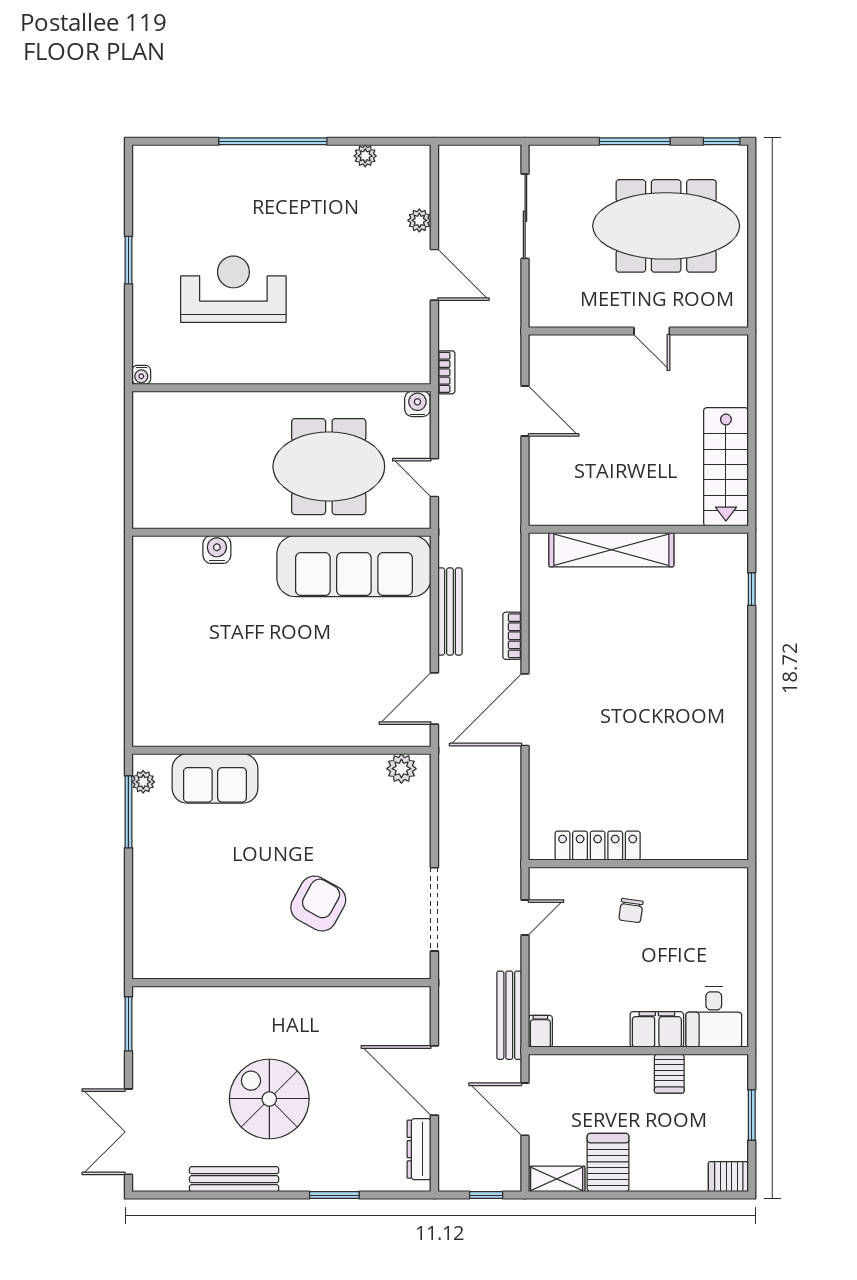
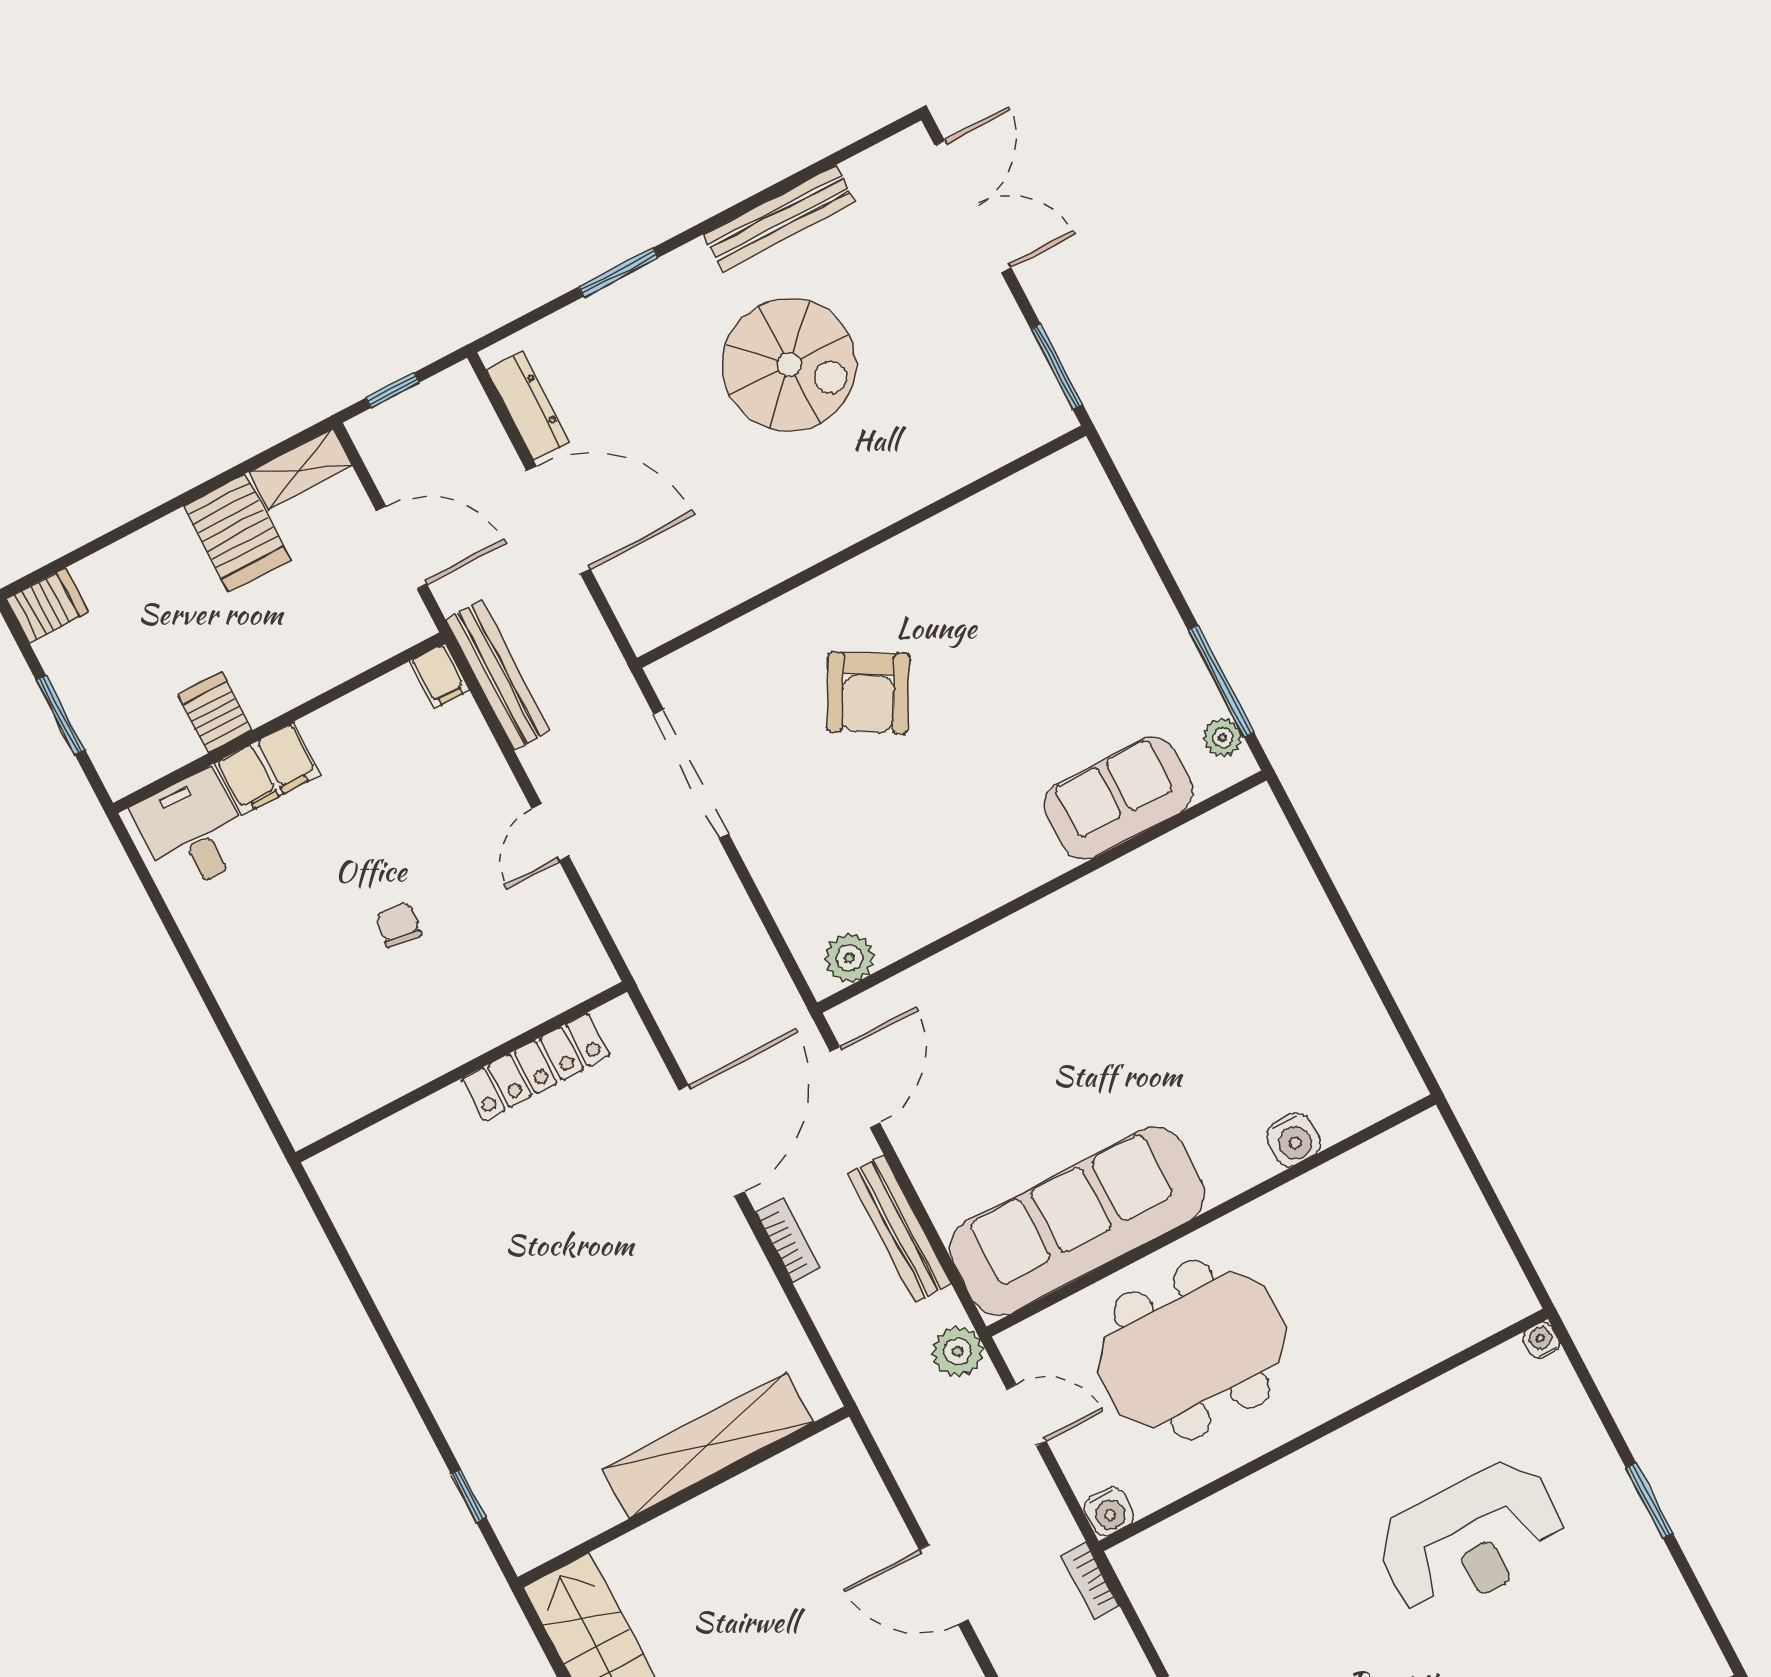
plant: (453, 530) -> (958, 1352), added
locker: (598, 846) -> (536, 1067), moved
wall: (638, 864) -> (461, 1072), moved

